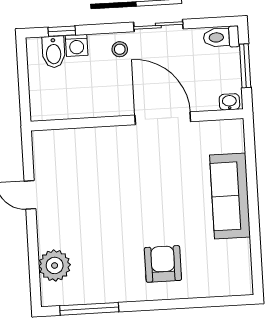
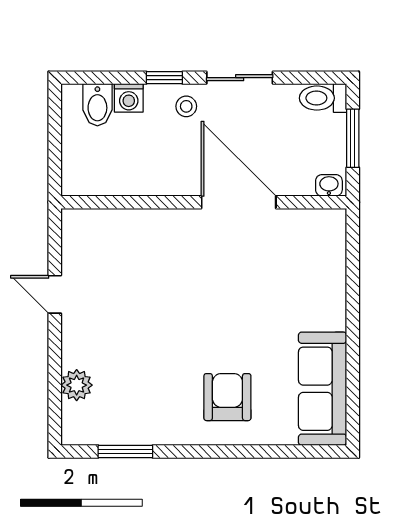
window: (62, 31) -> (164, 78), moved
sofa: (230, 196) -> (323, 389), moved
plant: (55, 265) -> (77, 385), width x0.73, depth x0.73
window: (89, 309) -> (125, 451), width x0.69

